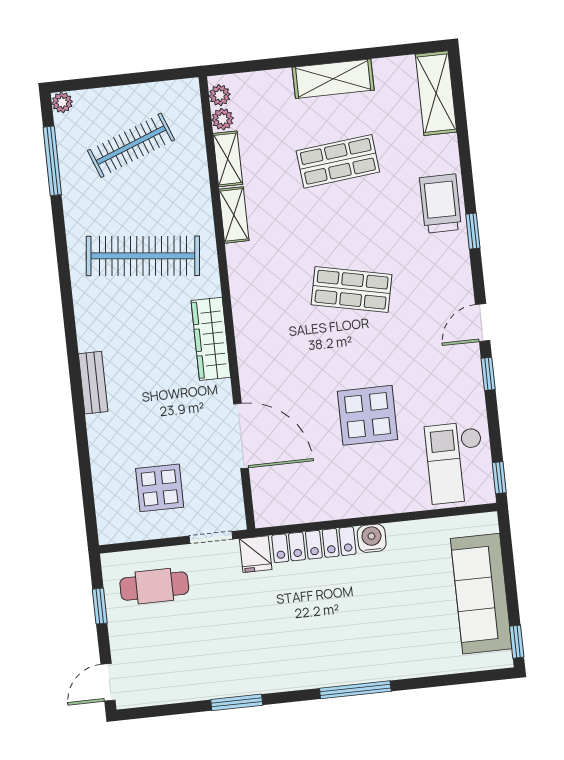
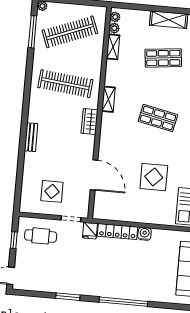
clothes rail: (131, 145) -> (70, 32), width x1.37, depth x1.31
shelving: (234, 215) -> (108, 99), moved
wardrobe: (211, 339) -> (90, 122), width x0.67
window: (355, 690) -> (123, 302), width x1.46

